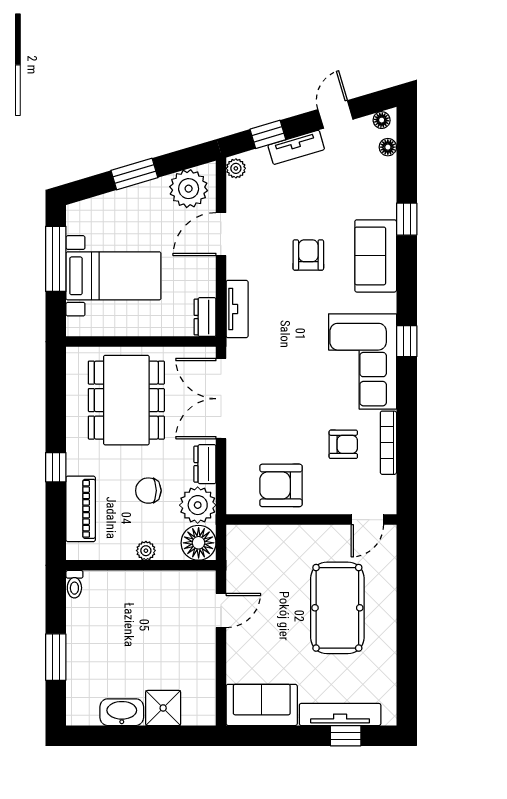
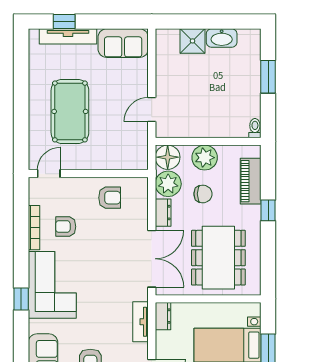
armchair: (281, 485) -> (110, 198), width x0.72, depth x0.72
plant: (146, 551) -> (205, 158), width x1.88, depth x1.88

